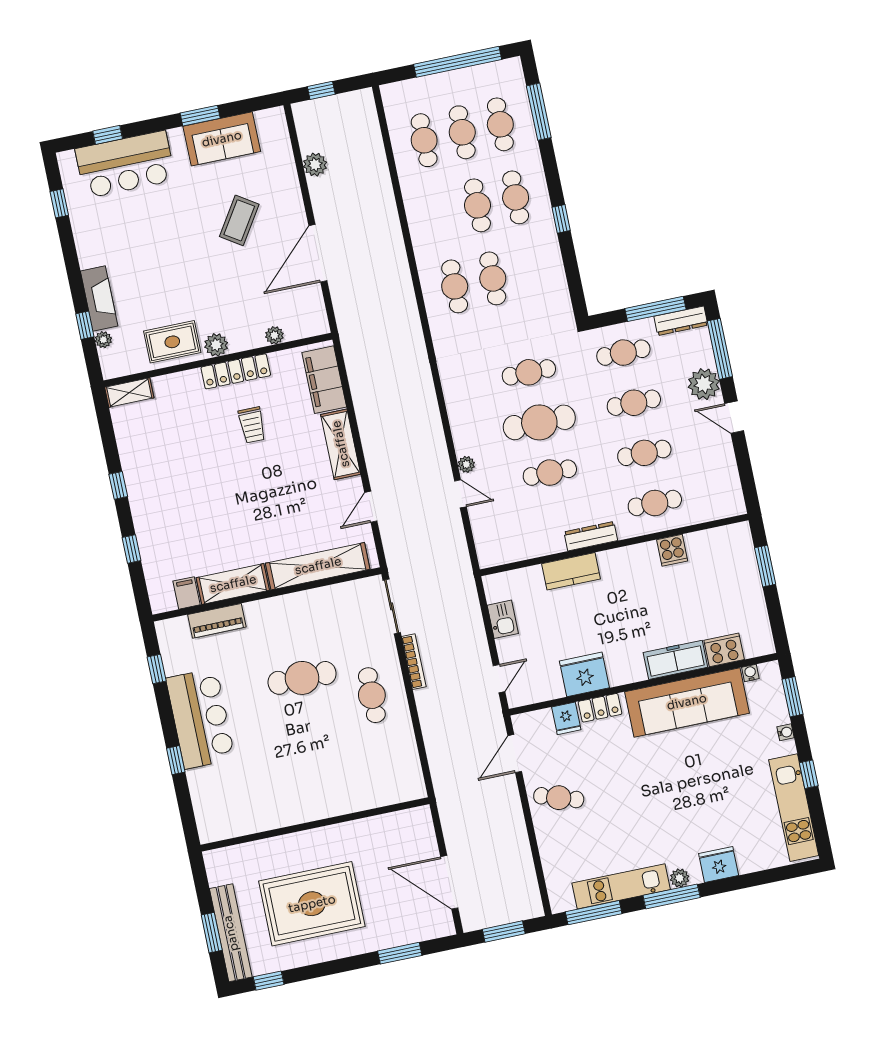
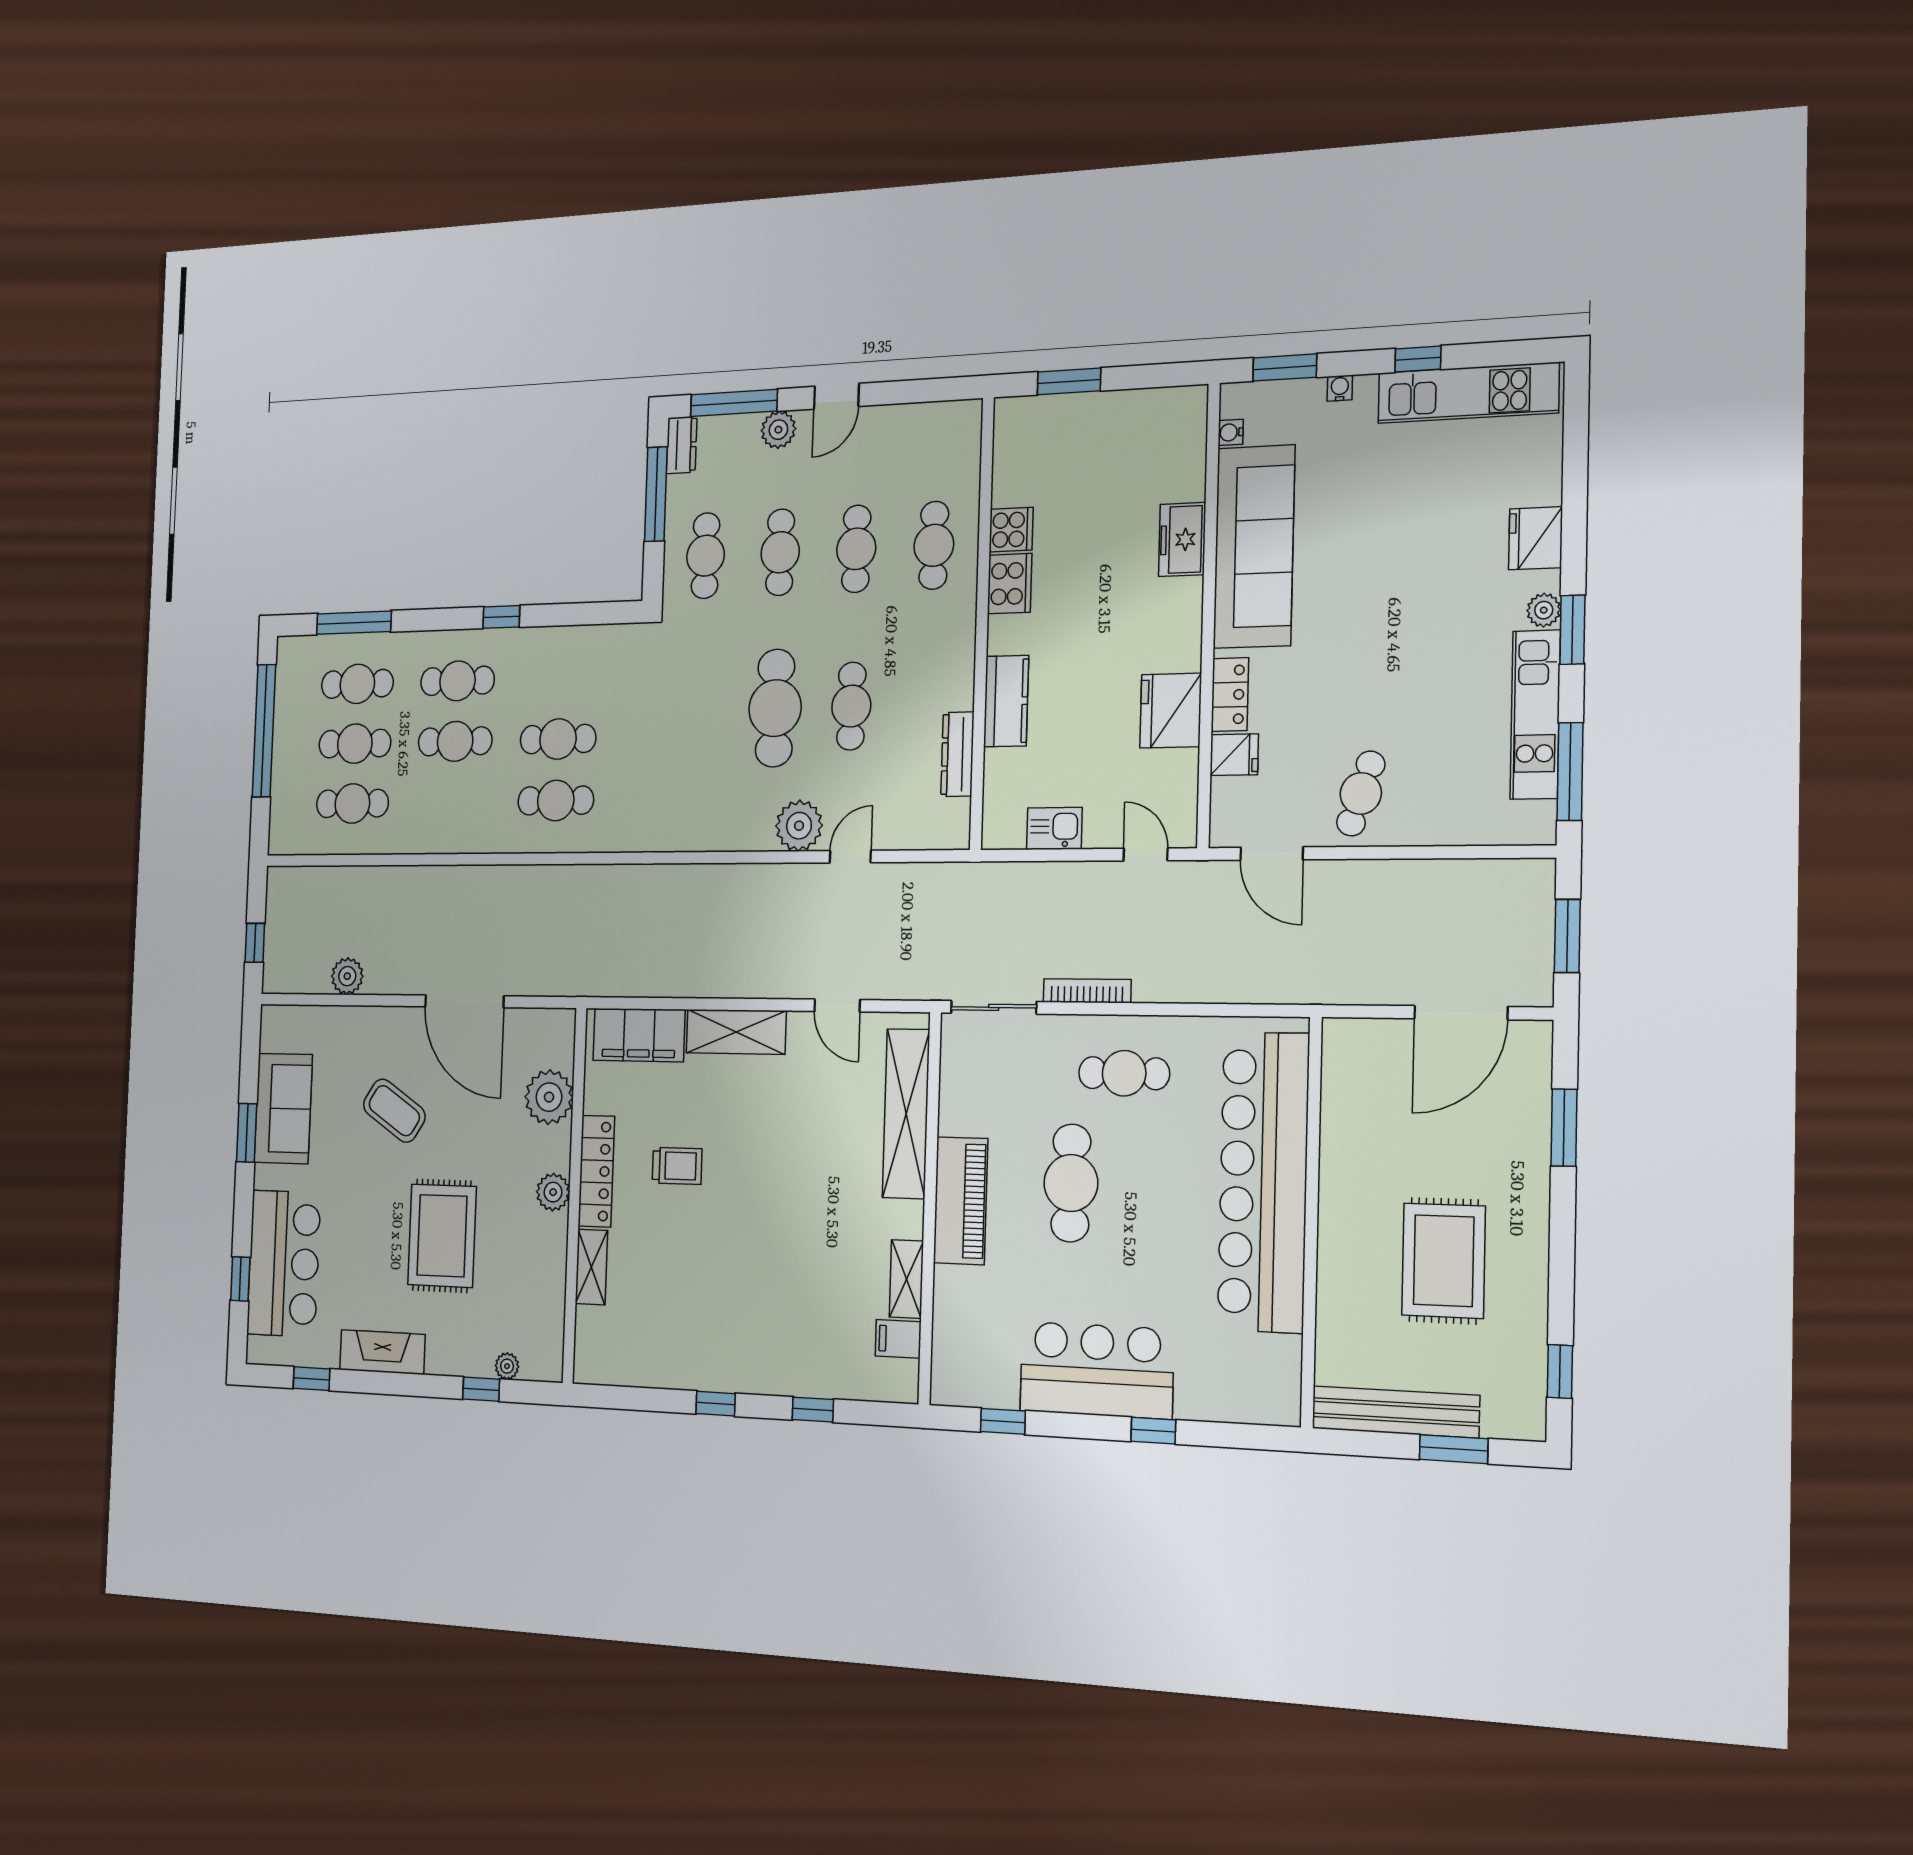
fireplace: (99, 299) -> (382, 1352), moved
dresser: (681, 321) -> (682, 445), width x0.70
plant: (274, 335) -> (549, 1097), width x1.88, depth x1.88
rug: (172, 342) -> (442, 1236), moved, width x1.36, depth x1.43
cafe table: (529, 372) -> (700, 710), removed
plant: (704, 384) -> (778, 430), width x0.73, depth x0.73
shelving: (129, 393) -> (591, 1267), moved
plant: (466, 464) -> (799, 826), width x1.87, depth x1.87
dresser: (591, 536) -> (957, 754), moved
shelving: (233, 584) -> (906, 1279), width x0.67, depth x0.75
piano: (217, 621) -> (961, 1201), moved, width x1.37, depth x1.33
cooker: (724, 650) -> (1010, 584), moved, turned 180
freezer: (675, 660) -> (1182, 540), width x0.71
bar counter: (330, 792) -> (1263, 1182), added
window: (672, 896) -> (1572, 630), width x0.69
rug: (312, 904) -> (1444, 1261), width x0.73, depth x0.69
bench: (231, 933) -> (1395, 1412), moved

